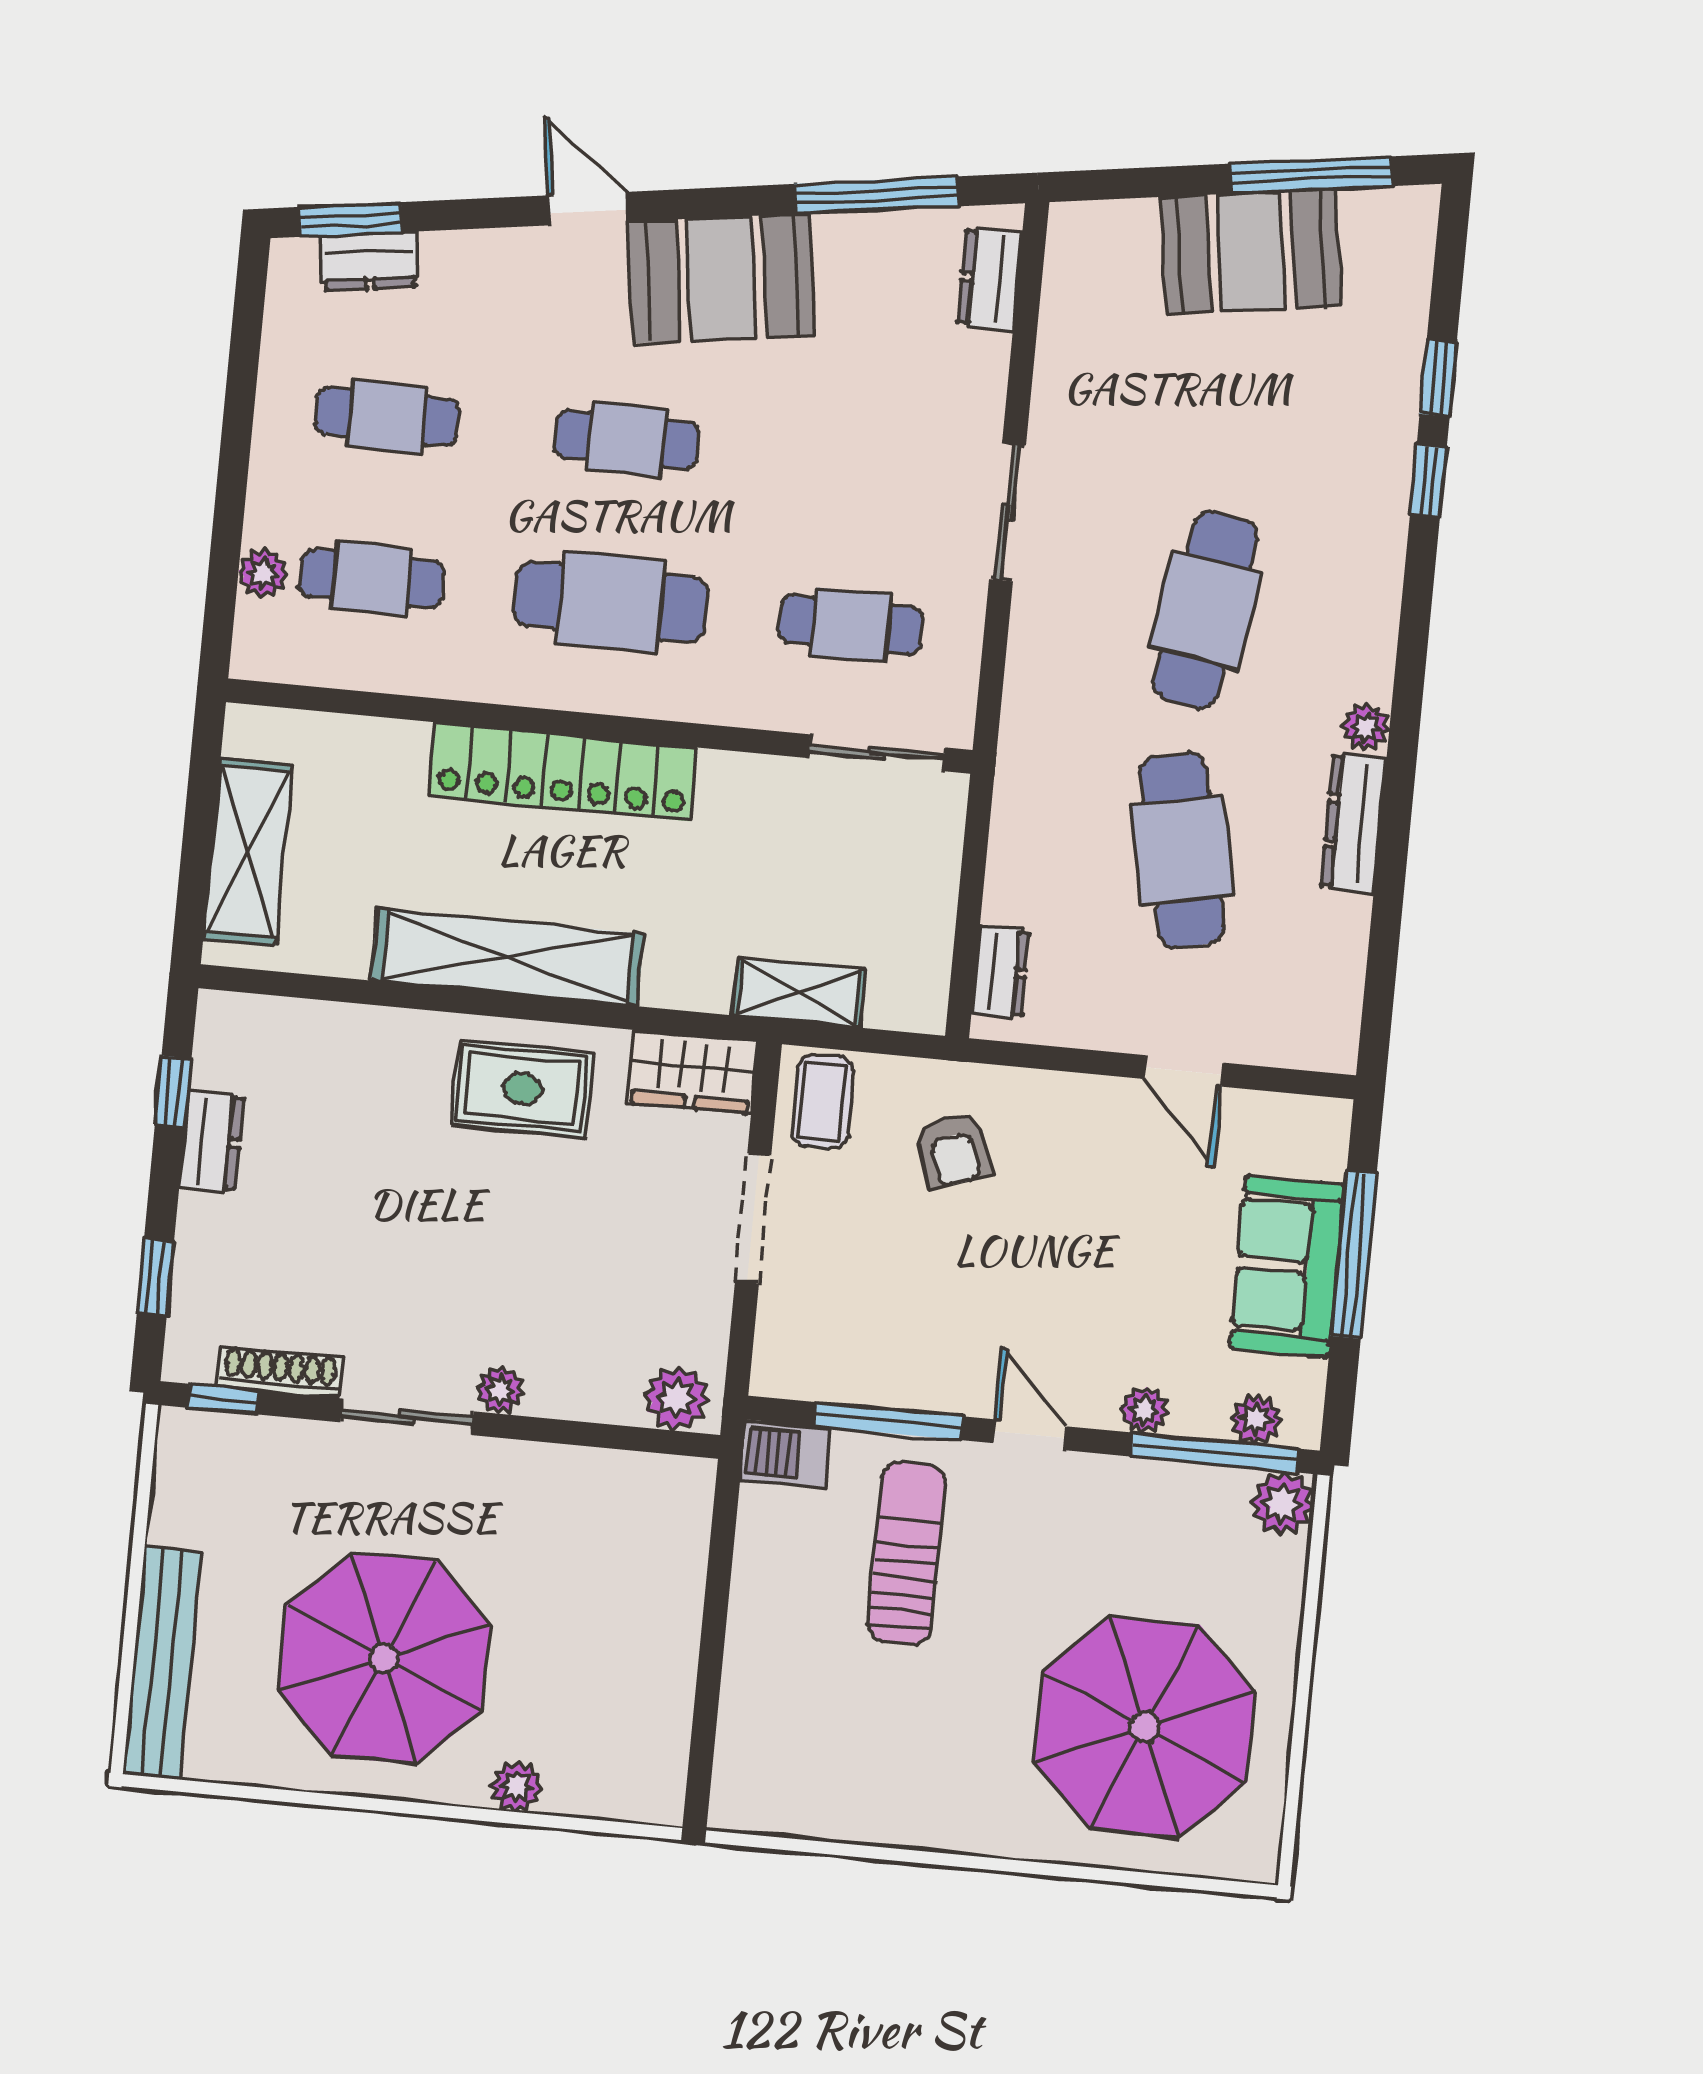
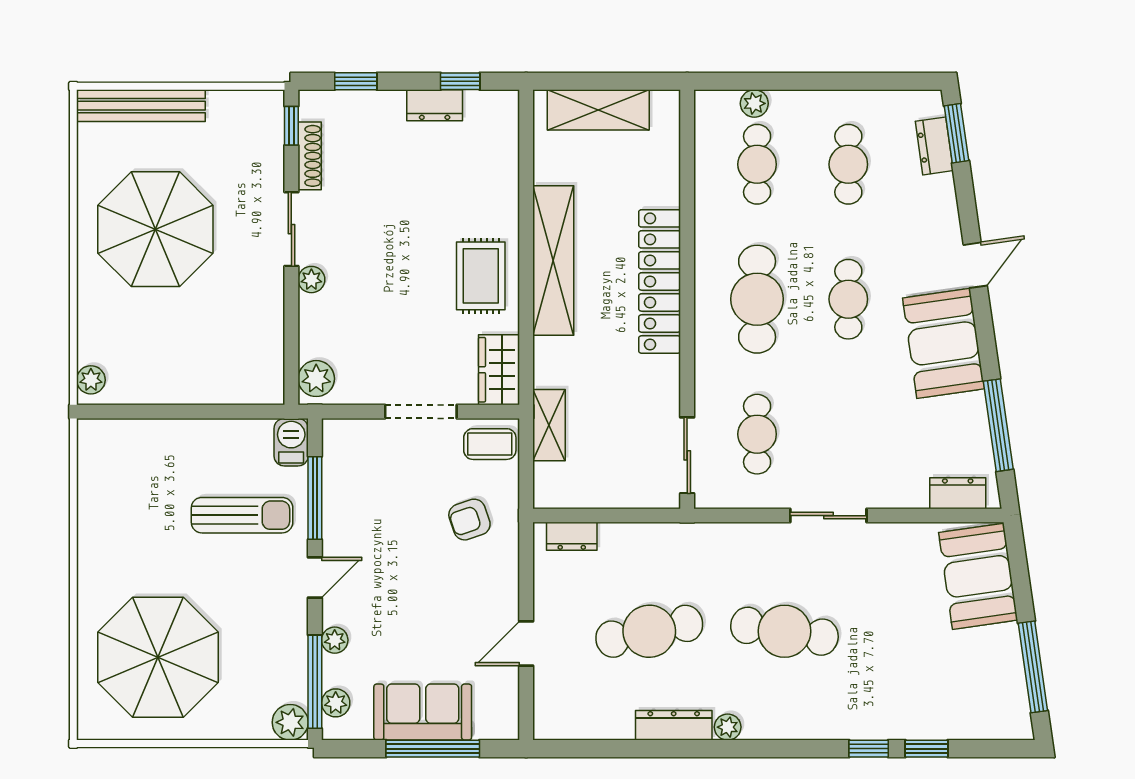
booth: (1251, 252) -> (978, 576), moved
plant: (516, 1787) -> (91, 380), moved

